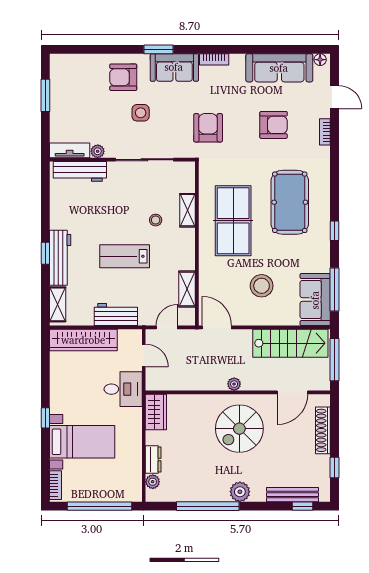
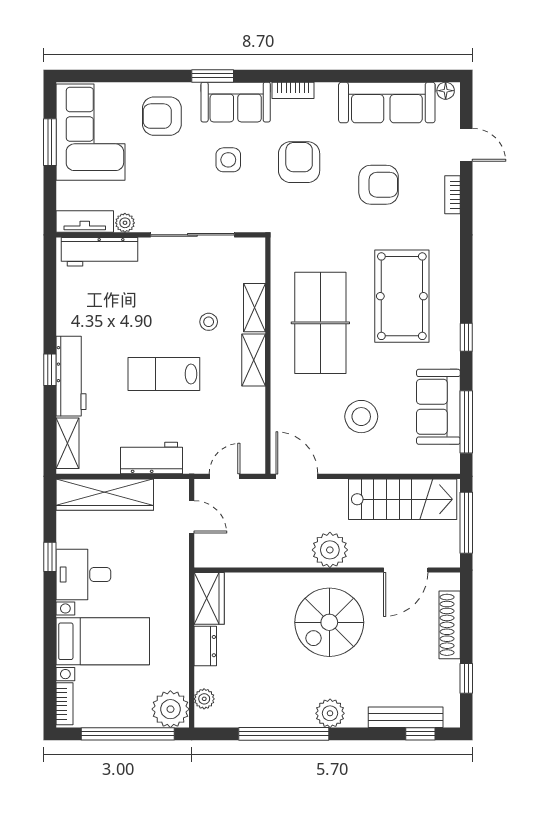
corner sofa: (74, 88) -> (90, 132), added
side table: (141, 113) -> (228, 160), moved
armchair: (208, 128) -> (299, 162), moved
shelving: (187, 289) -> (254, 360), moved
sofa: (315, 300) -> (438, 407), moved
plant: (234, 384) -> (330, 550), width x1.87, depth x1.87
desk: (123, 389) -> (83, 574), moved, turned 180
window: (45, 418) -> (50, 557), moved
dresser: (153, 460) -> (205, 646), moved
plant: (129, 489) -> (170, 709), added

